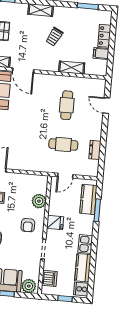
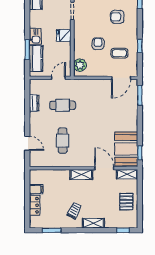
trolley: (54, 37) -> (74, 211), moved
shelving: (72, 68) -> (81, 174), moved
plant: (39, 201) -> (80, 65), moved
armchair: (28, 225) -> (98, 44), moved
kitchen sink: (85, 244) -> (35, 36), moved

